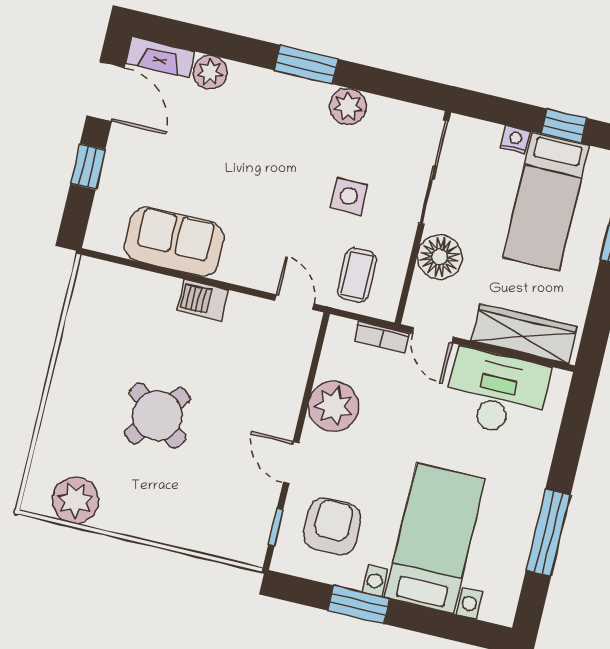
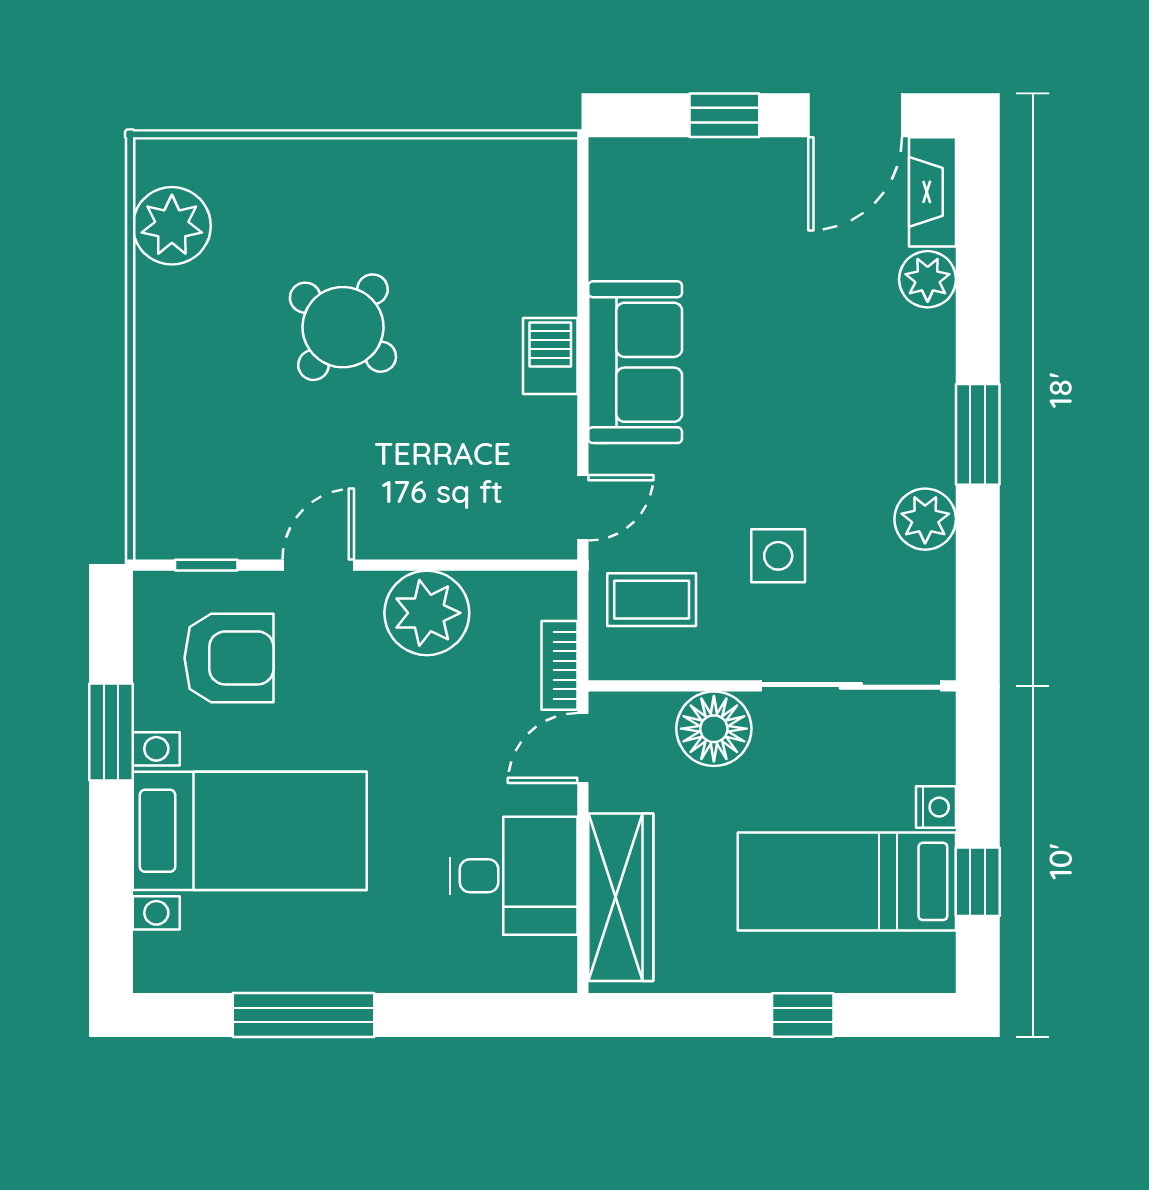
sofa: (174, 242) -> (635, 362), moved
desk: (497, 393) -> (513, 876), width x0.73

